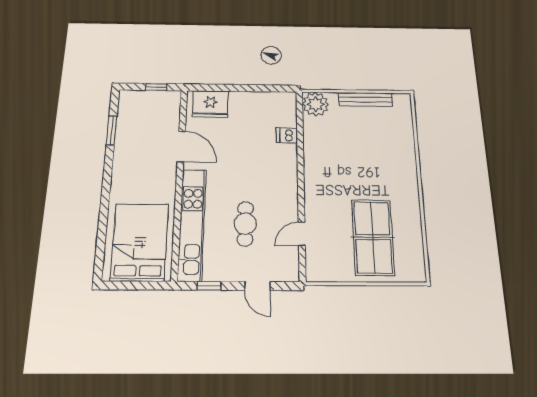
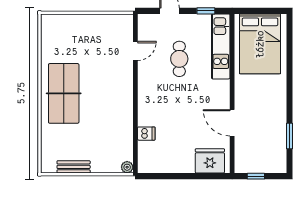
bench: (365, 100) -> (74, 167), width x0.73
plant: (316, 104) -> (127, 167), width x0.53, depth x0.53
kitchen unit: (192, 224) -> (221, 46), width x0.73
table tennis table: (373, 237) -> (64, 93), moved

